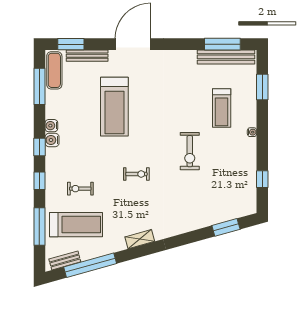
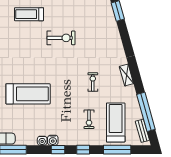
treadmill: (222, 108) -> (29, 14), turned 180
exercise bike: (136, 174) -> (93, 82), moved

